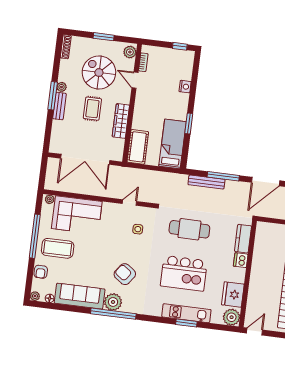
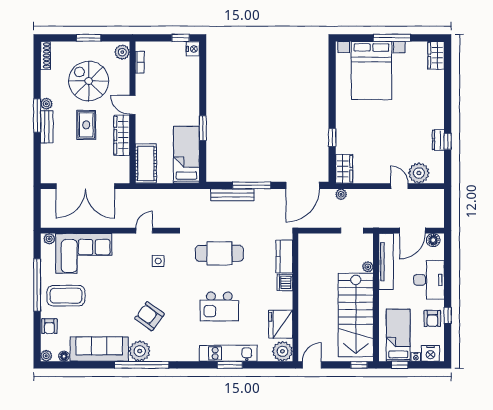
door: (135, 80) -> (132, 105), moved
nightstand: (185, 87) -> (193, 49), moved
kitchen island: (184, 273) -> (219, 306), width x0.73, depth x0.78

